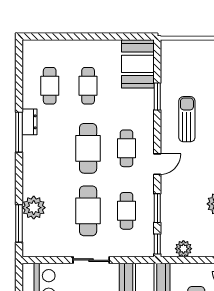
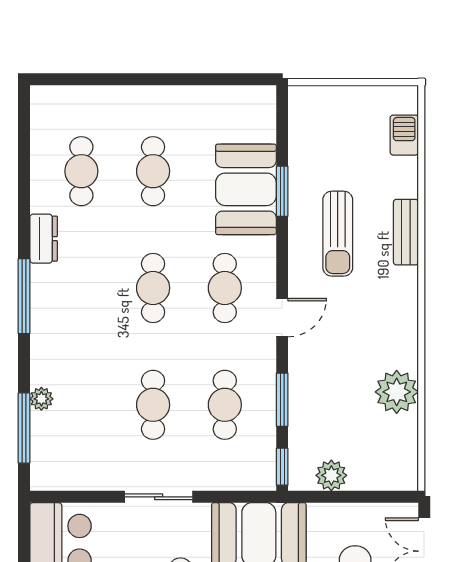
booth: (138, 64) -> (246, 189), moved
sun lounger: (187, 119) -> (338, 234), turned 180
window: (19, 132) -> (24, 296), moved
cafe table: (88, 148) -> (153, 288), width x0.73, depth x0.74
plant: (34, 208) -> (41, 399), width x0.53, depth x0.53
cafe table: (88, 211) -> (153, 405), width x0.73, depth x0.74

